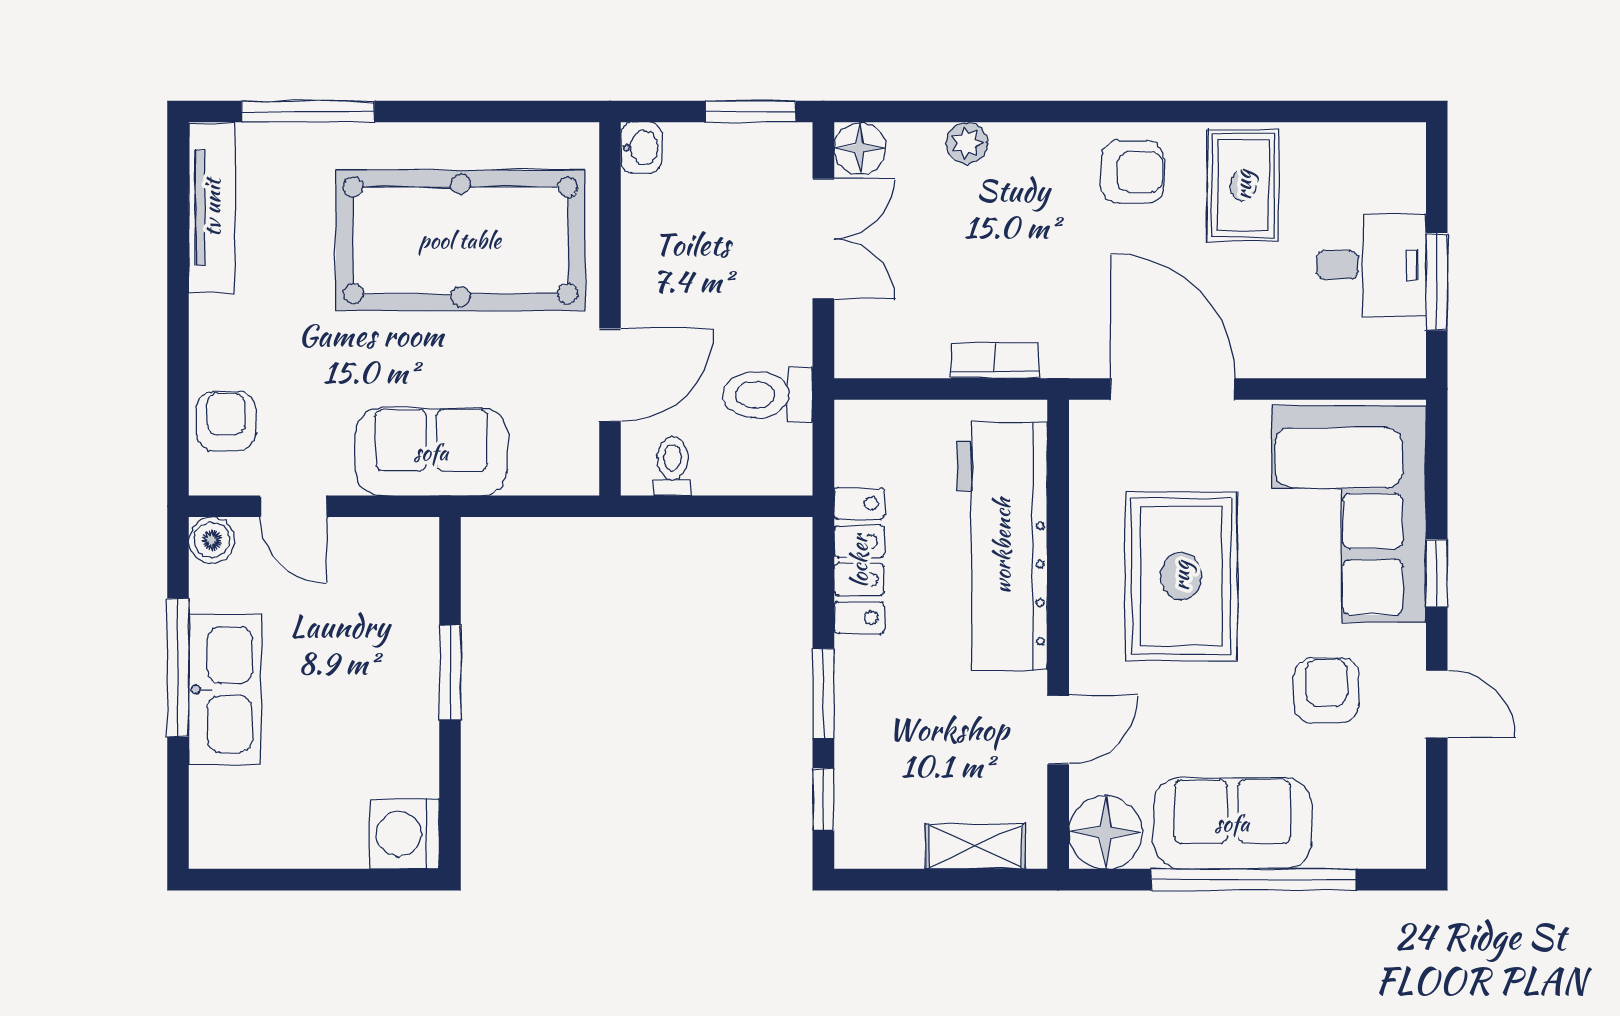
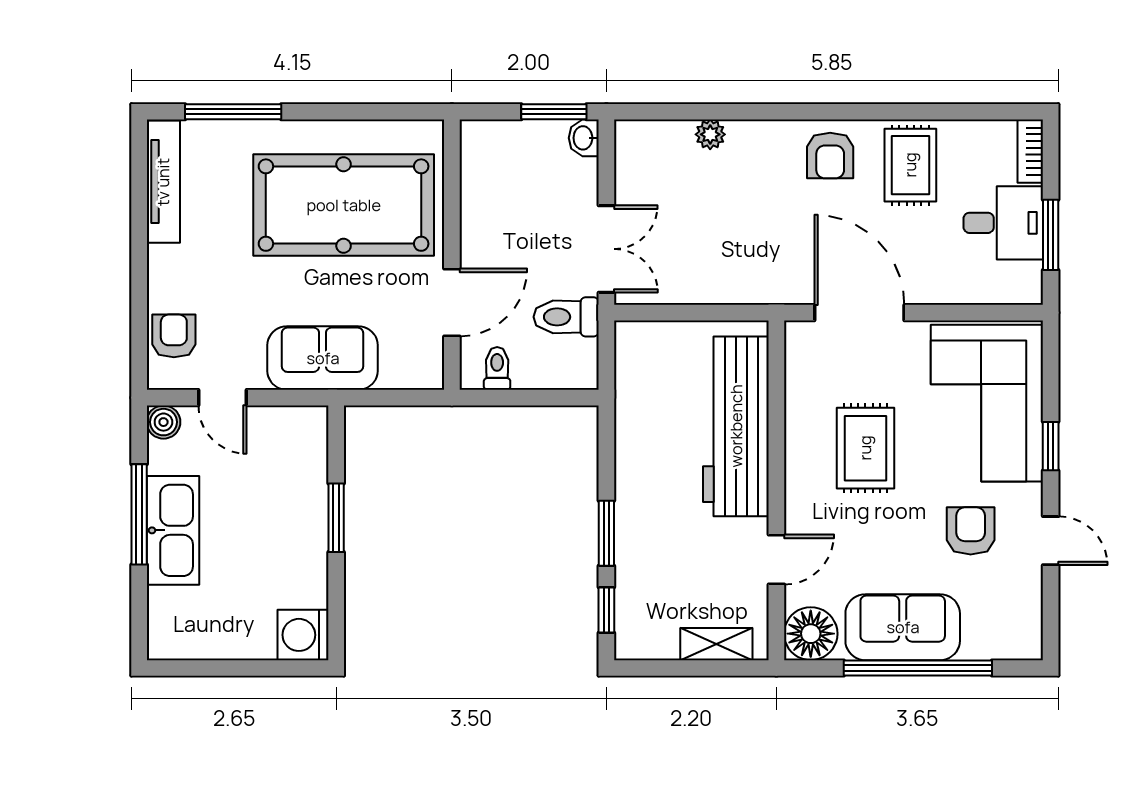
washbasin: (641, 148) -> (584, 138), moved, turned 180
floor lamp: (860, 148) -> (633, 138), removed
armchair: (1132, 172) -> (830, 155), turned 90
double door: (823, 239) -> (606, 249), moved
bookcase: (995, 361) -> (1030, 151), moved, turned -90
locker: (859, 561) -> (632, 437), removed
rug: (1181, 576) -> (865, 448), width x0.73, depth x0.70

